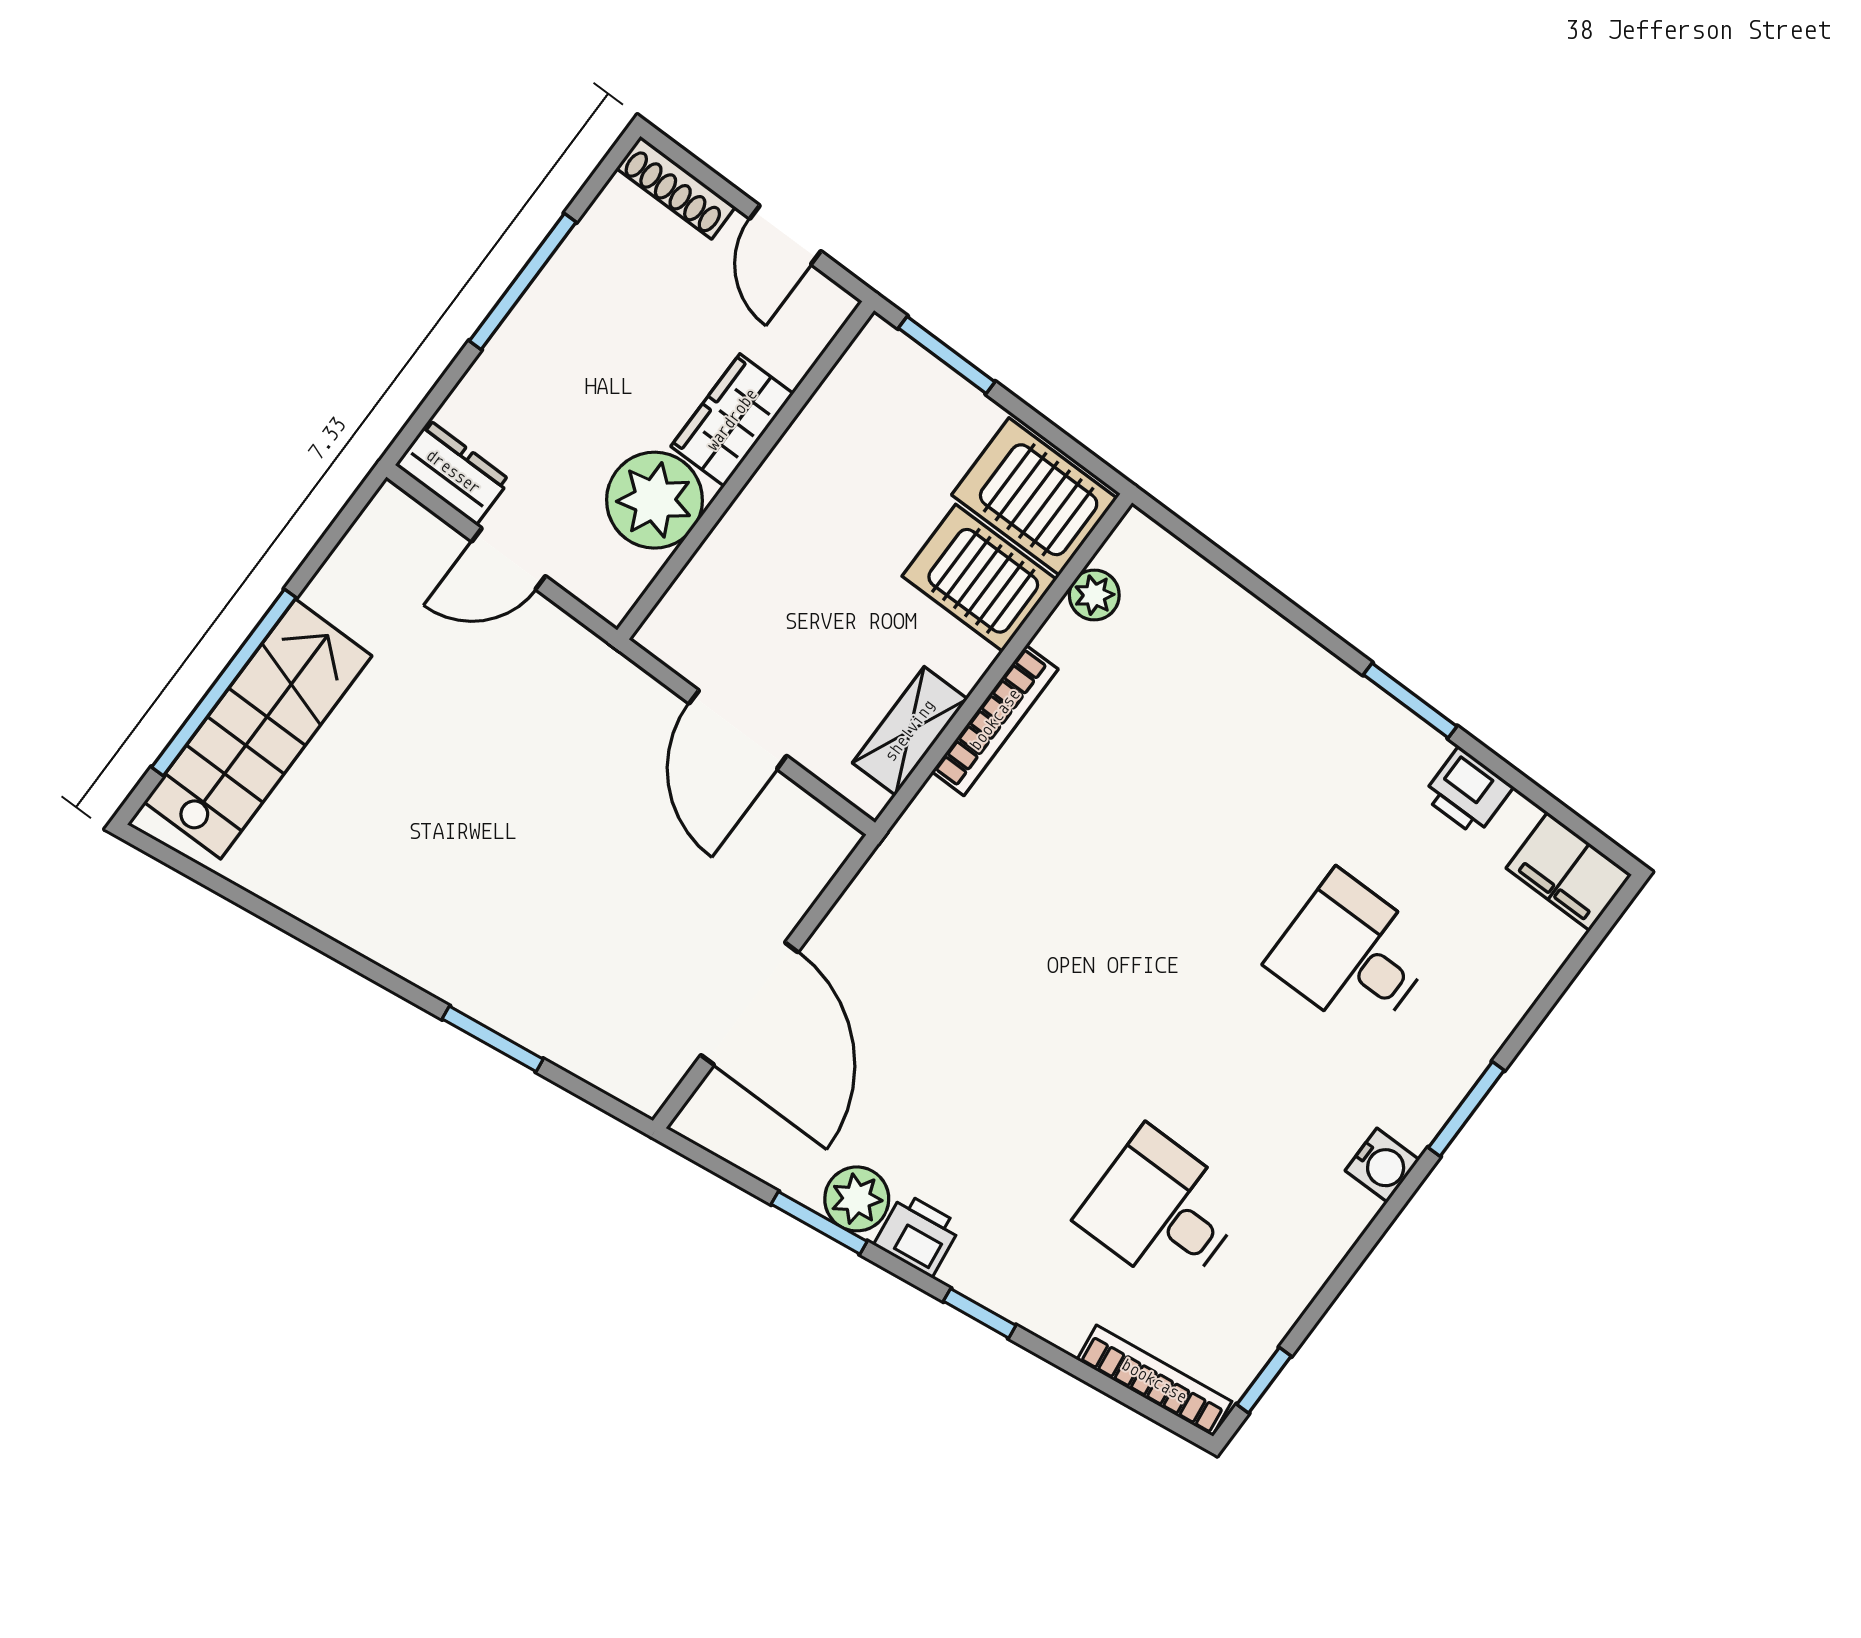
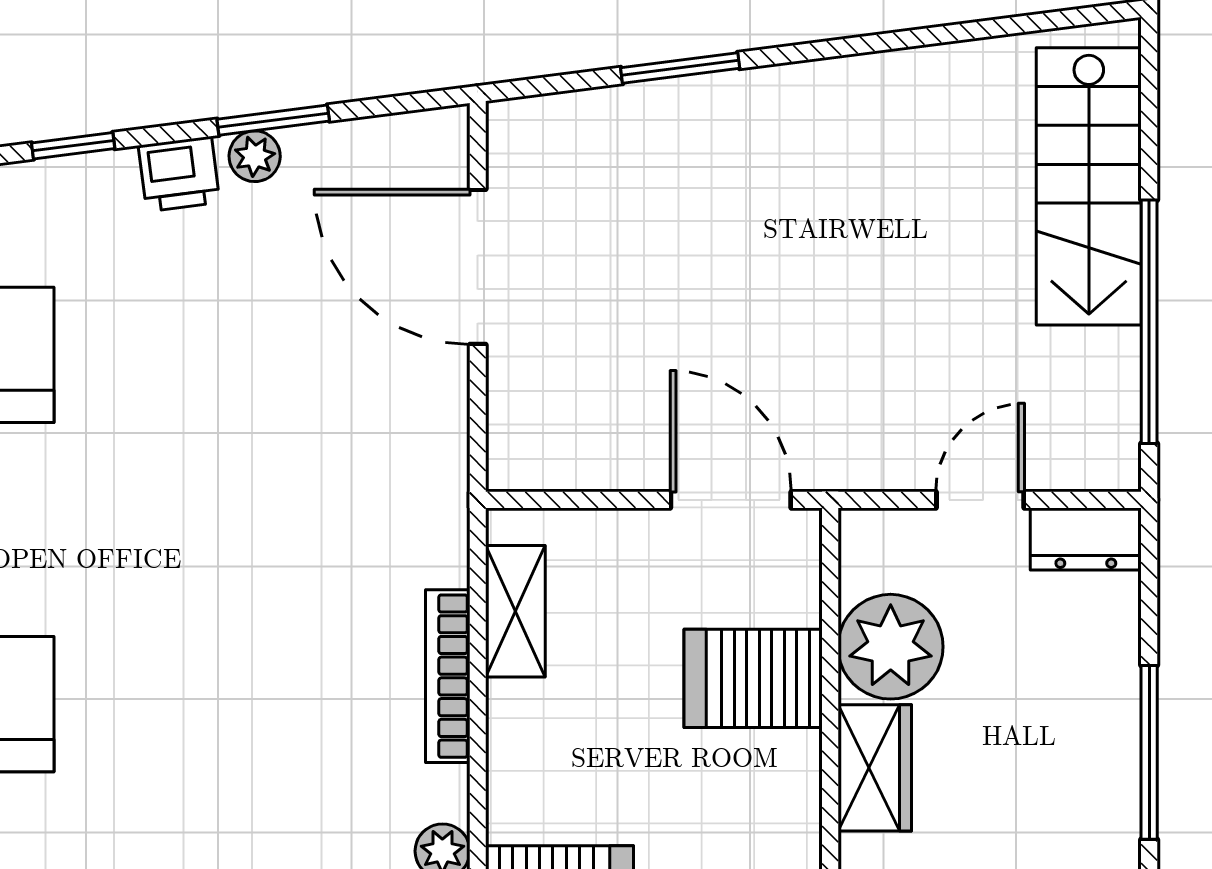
server rack: (979, 578) -> (753, 678), moved, turned 180
window: (224, 682) -> (1149, 322), moved
door: (738, 730) -> (731, 500), moved
plant: (857, 1199) -> (255, 156), width x0.73, depth x0.73

